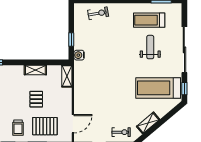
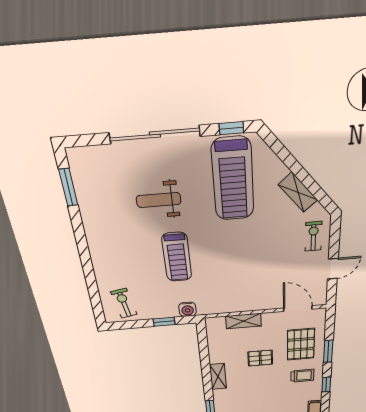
exercise bike: (98, 13) -> (124, 303), moved
treadmill: (149, 20) -> (177, 257), moved
shelving: (35, 70) -> (218, 376), moved
shelving: (67, 76) -> (243, 321), moved

